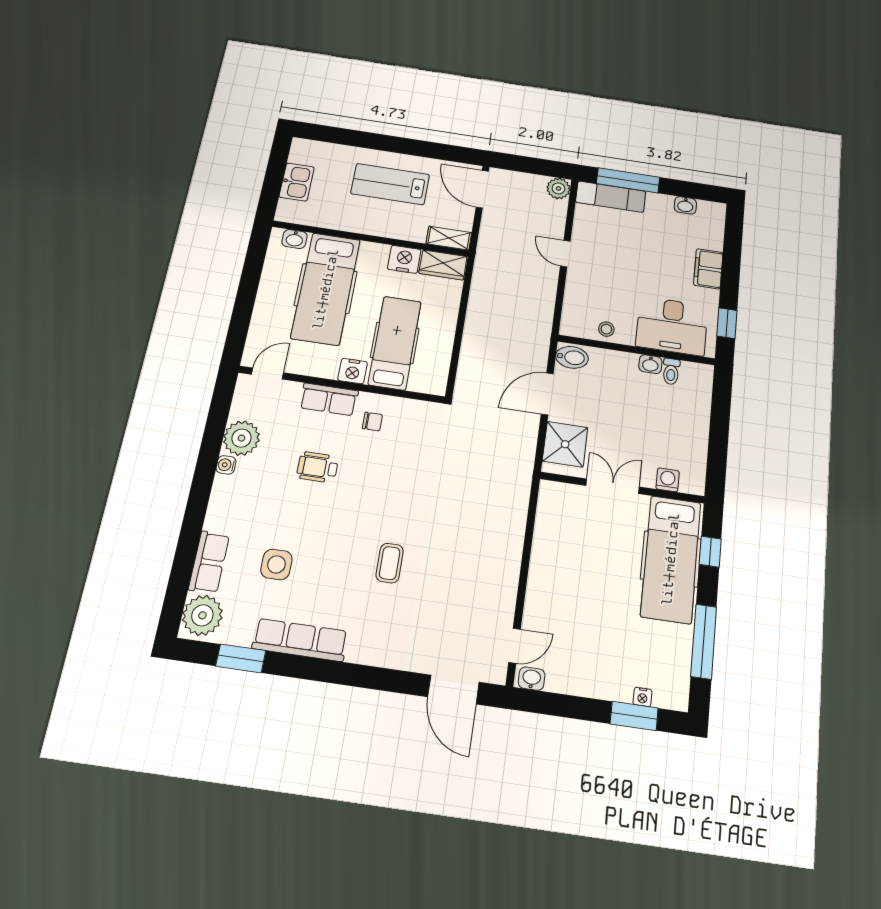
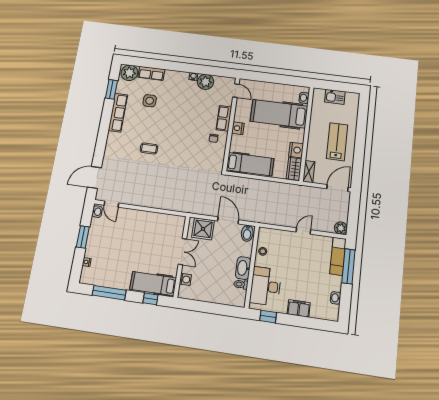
hospital bed: (395, 343) -> (250, 164), moved
washbasin: (650, 364) -> (243, 268), width x1.91, depth x1.45
wheelchair: (318, 467) -> (192, 115), removed
hospital bed: (671, 559) -> (153, 284), width x0.73, depth x0.78
window: (634, 716) -> (83, 237), moved

